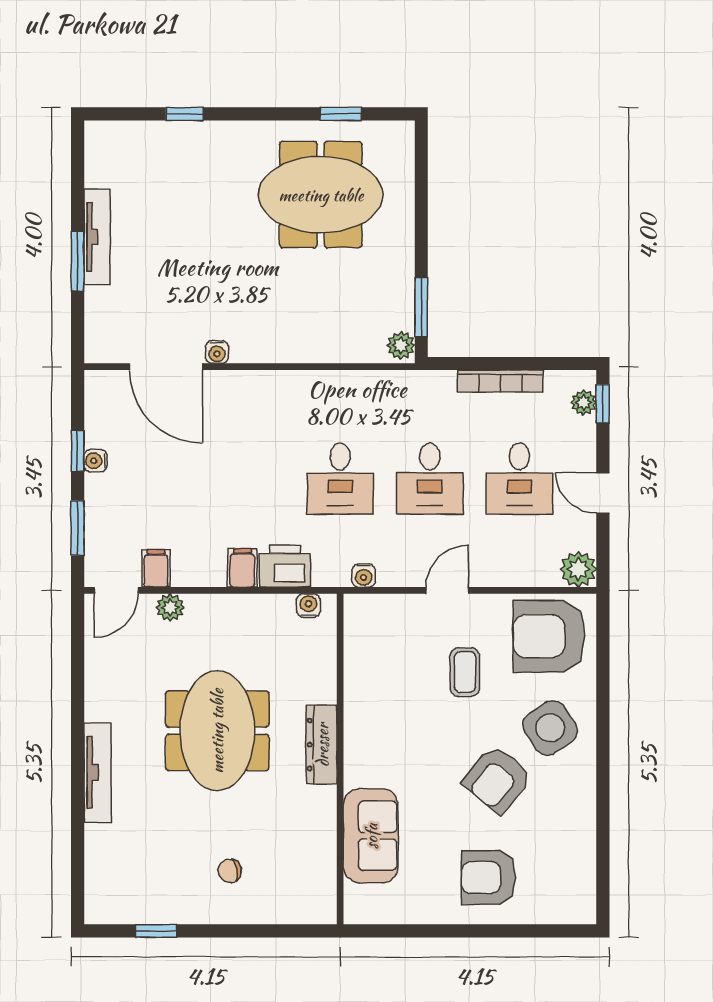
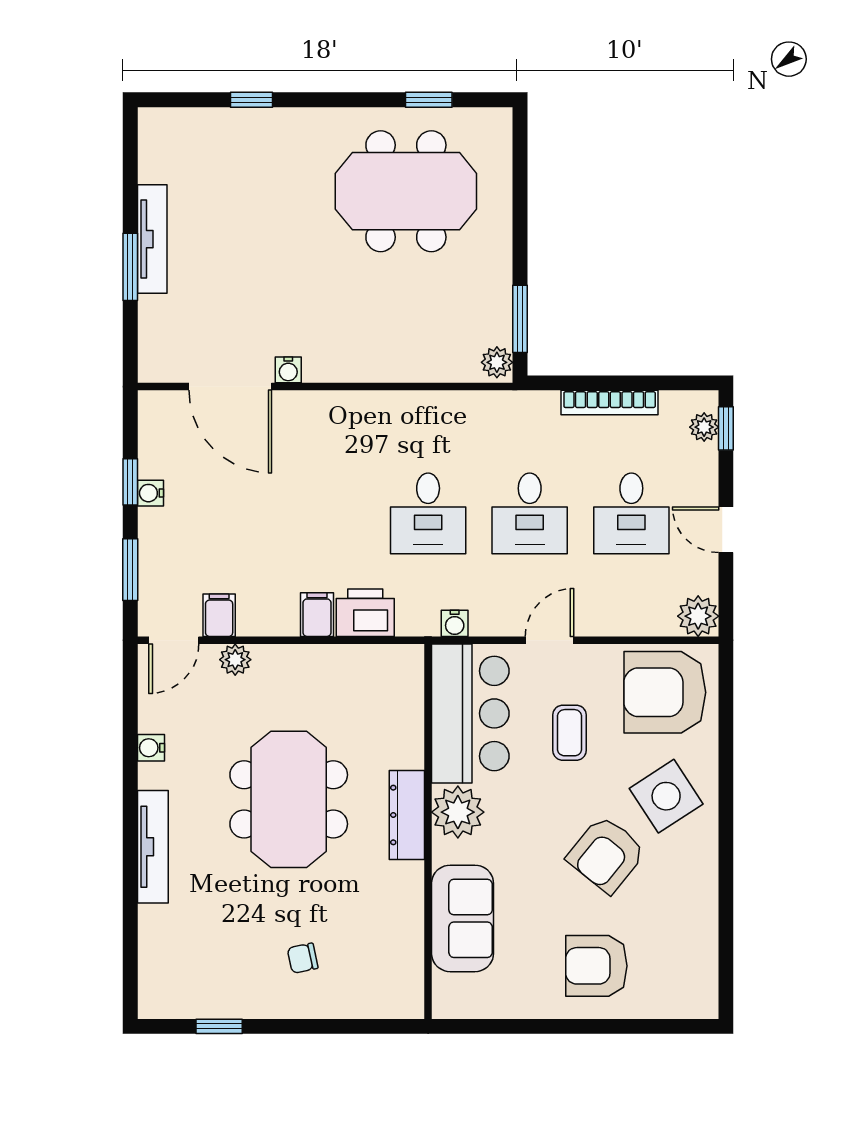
water cooler: (309, 605) -> (151, 748), moved, turned -90
bar counter: (377, 655) -> (470, 713), added
plant: (366, 742) -> (458, 812), added

